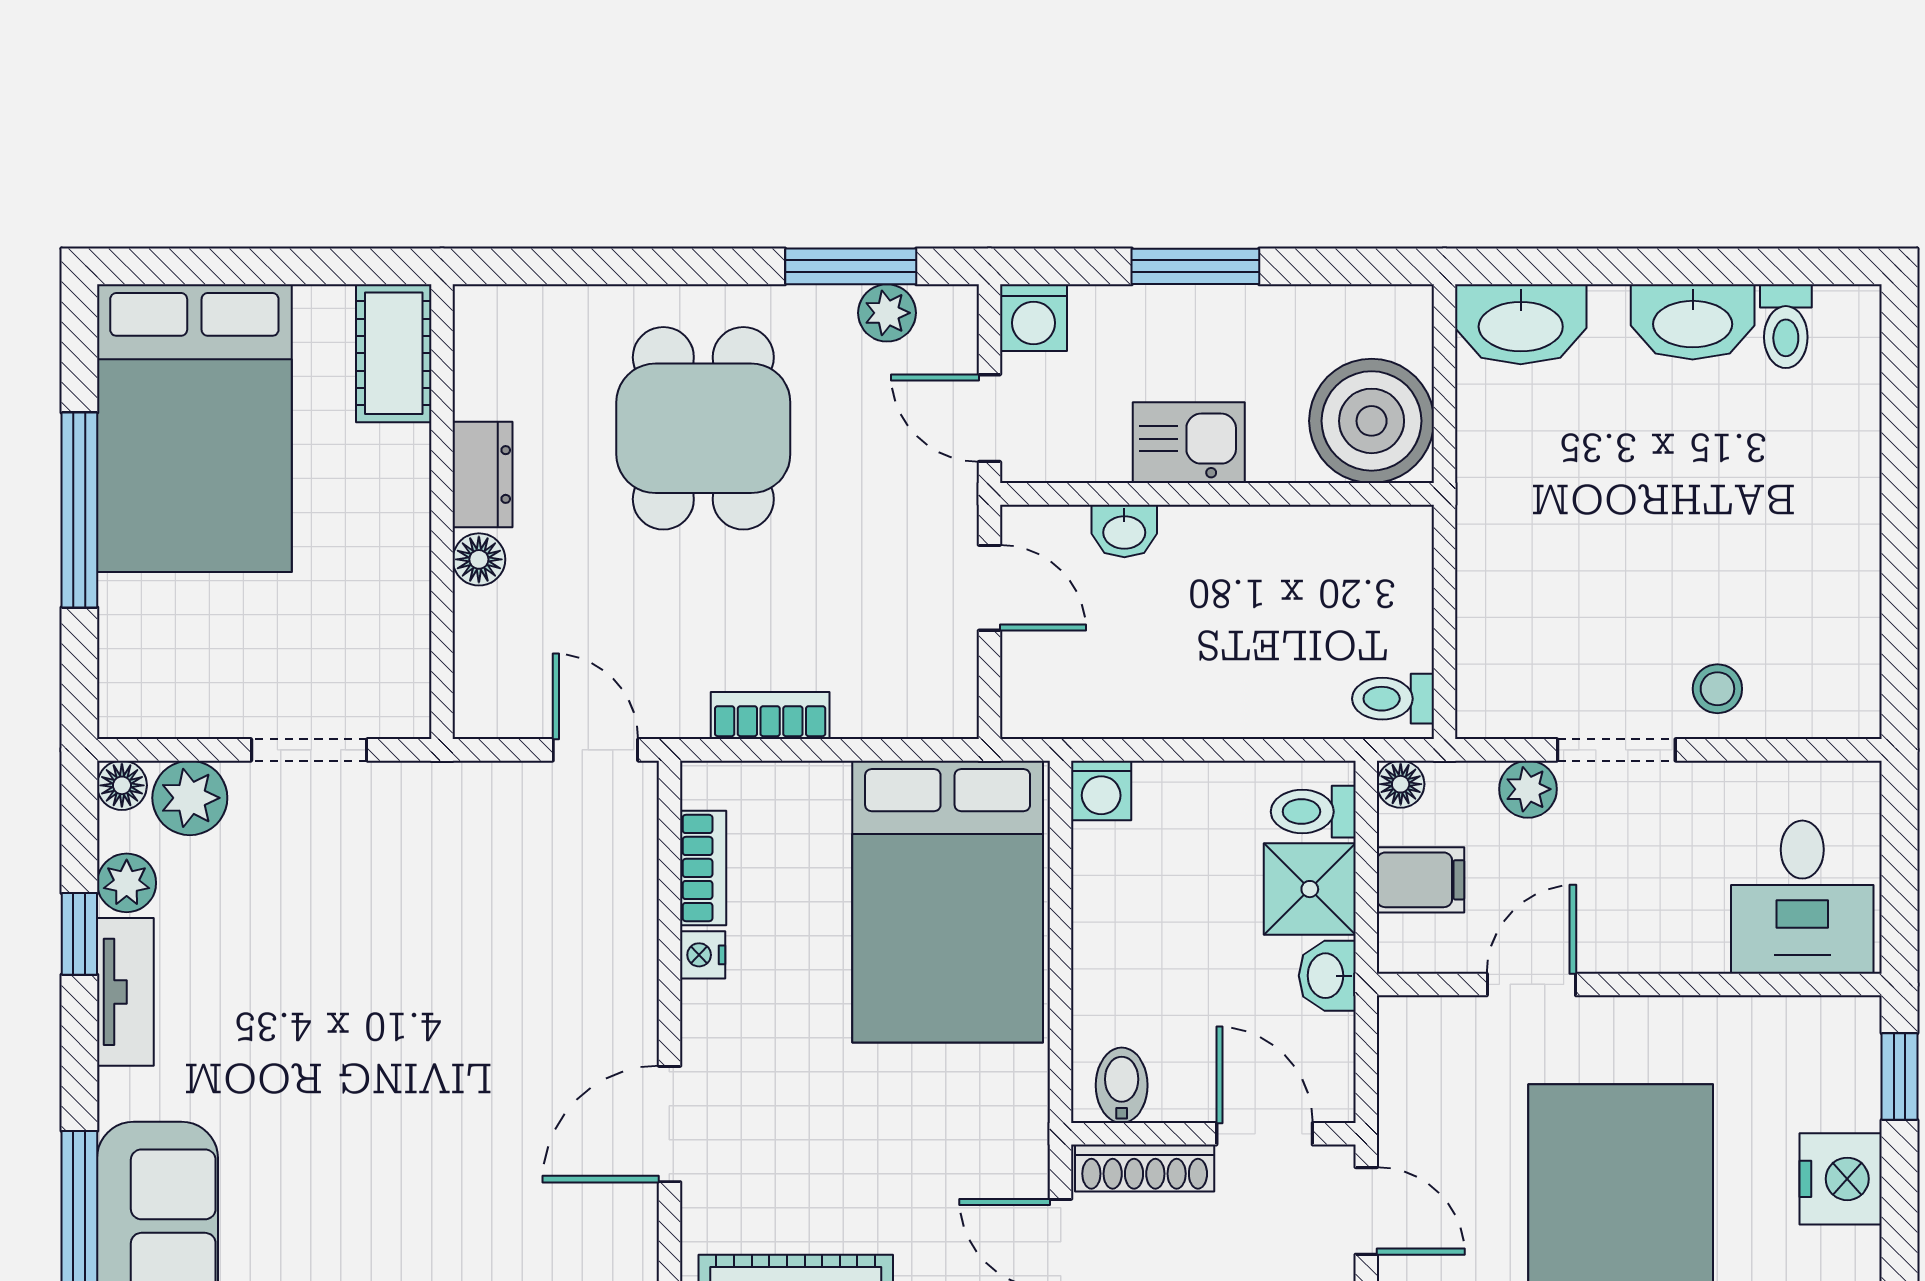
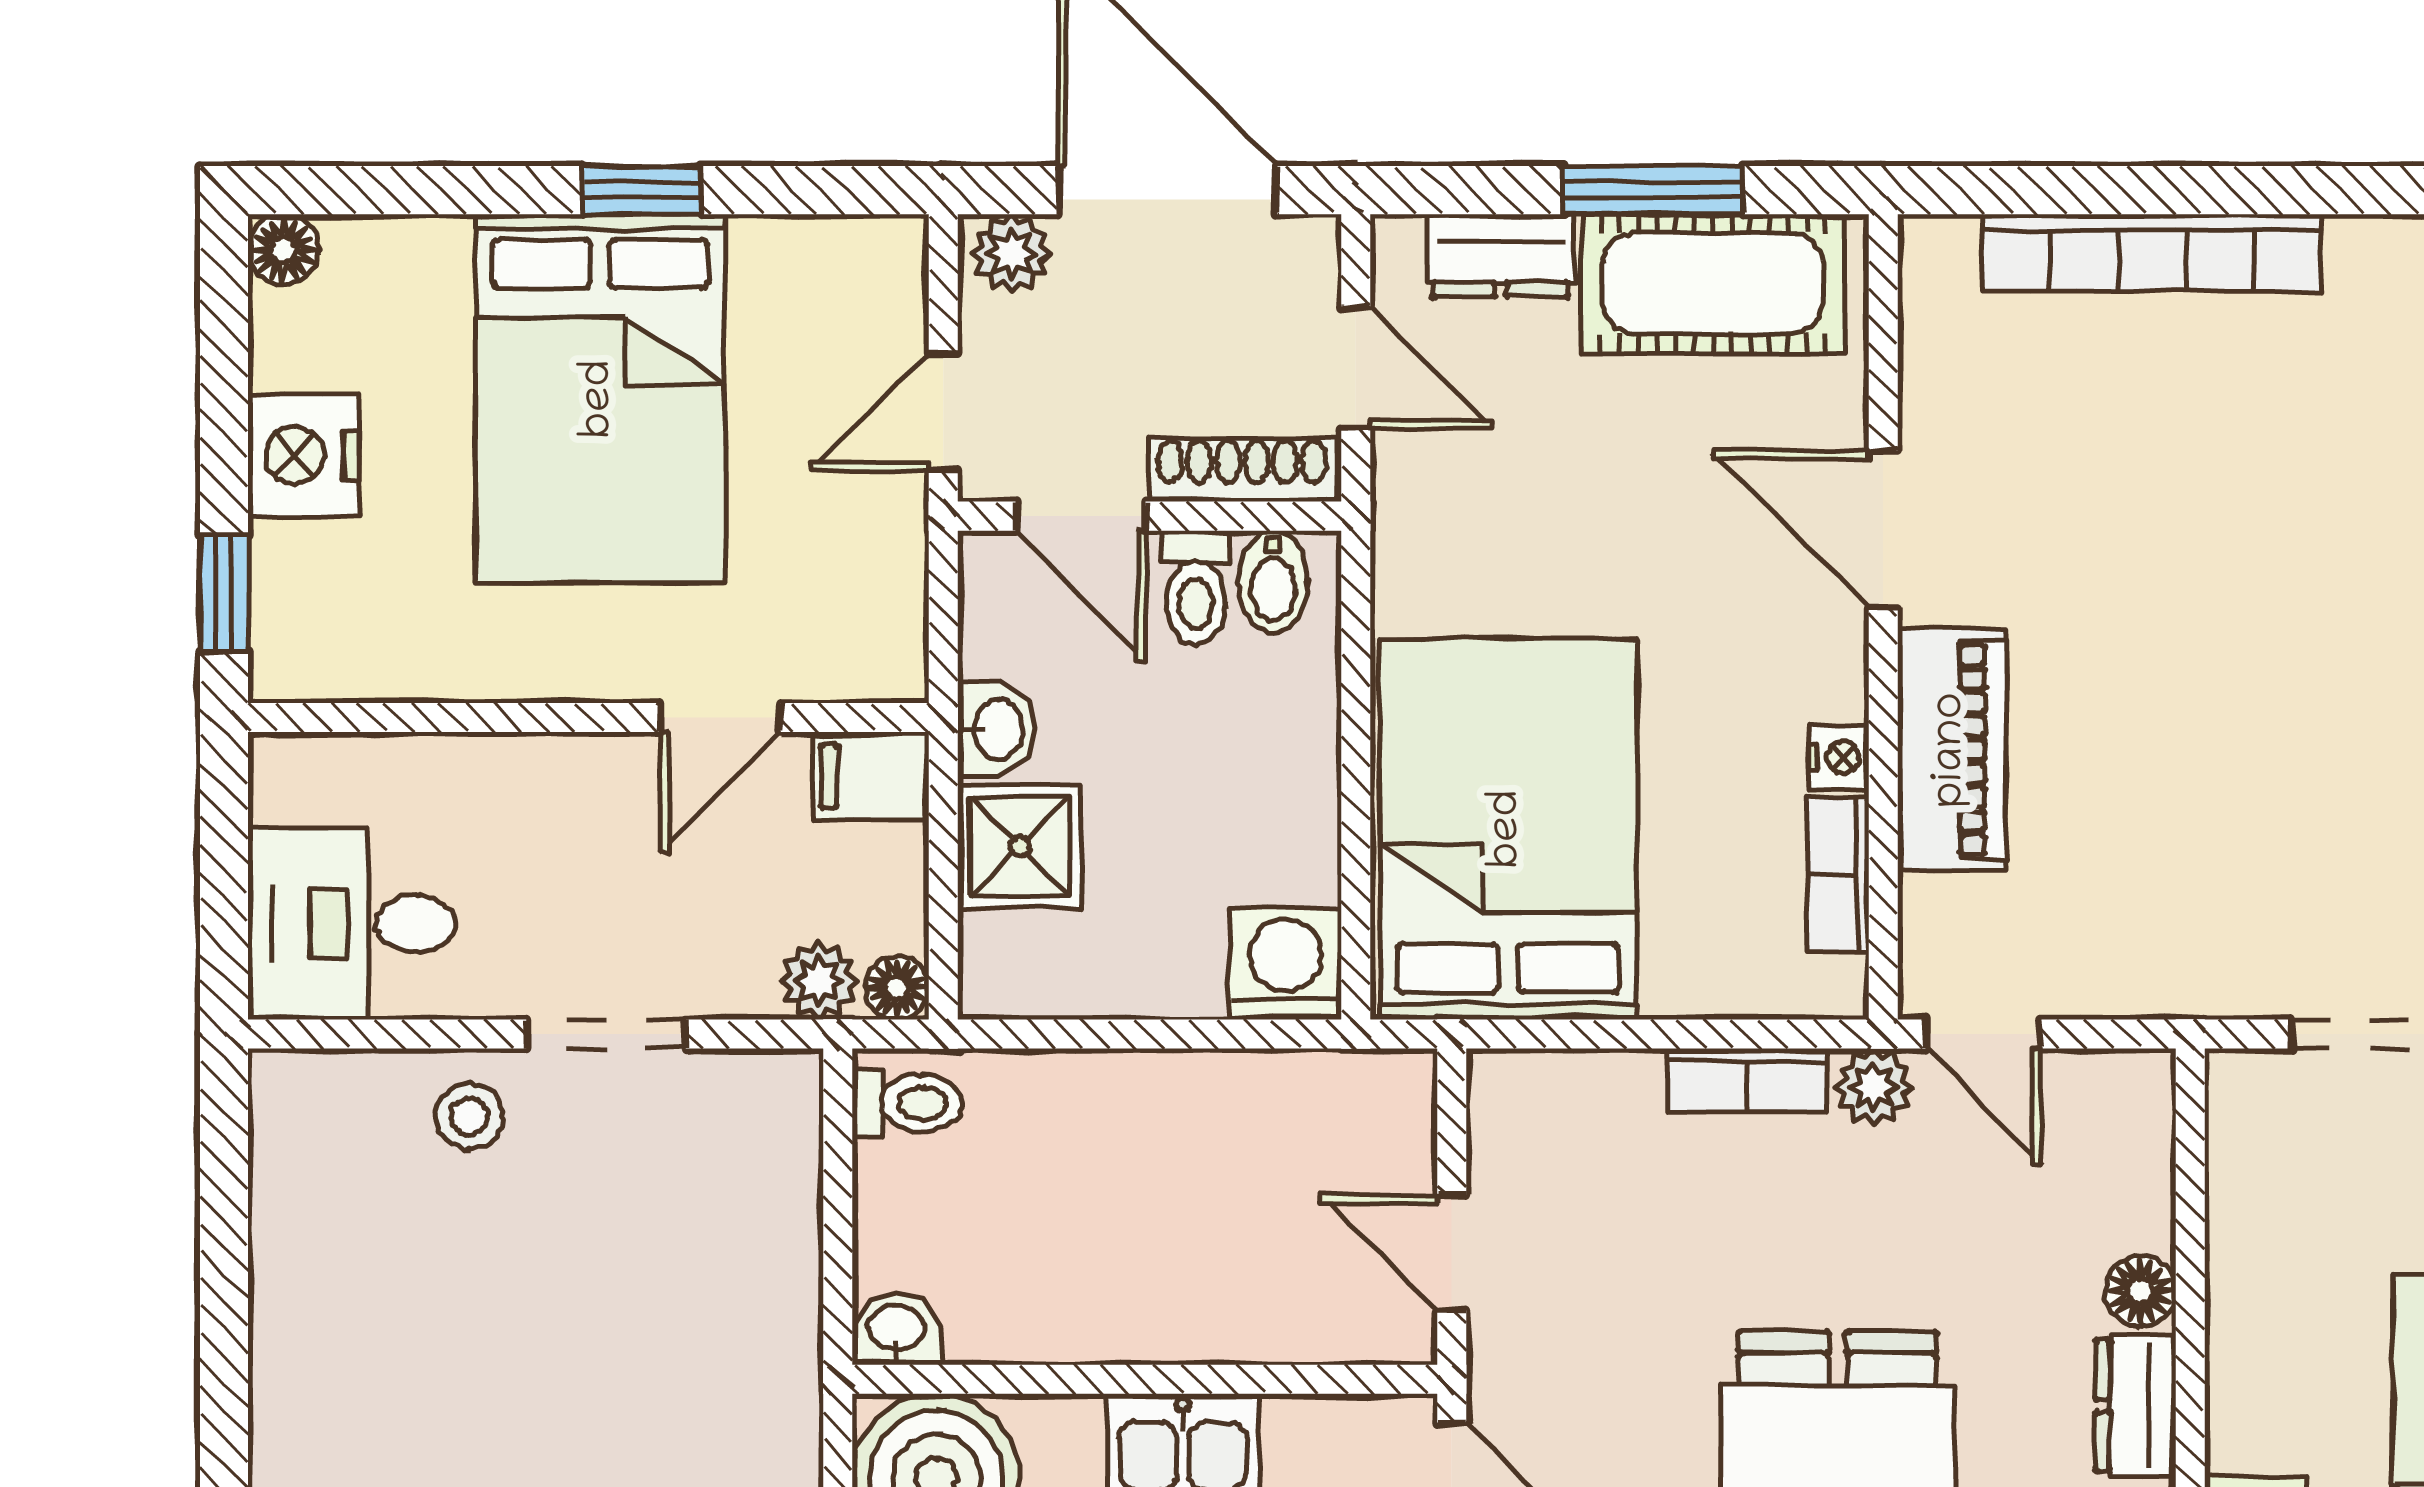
washbasin: (1124, 531) -> (896, 1329), moved
plant: (677, 711) -> (1874, 1087), added
plant: (1528, 789) -> (819, 981), moved
washing machine: (1101, 790) -> (1286, 964), width x1.38, depth x1.38
toilet: (1313, 812) -> (1196, 588), moved, turned 90
filing cabinet: (1421, 880) -> (870, 776), moved
desk: (1802, 897) -> (351, 924), moved, turned -90
piano: (619, 960) -> (1952, 750), added
door: (669, 1124) -> (1883, 529), swing flipped
door: (1366, 1211) -> (943, 412), hinge flipped

